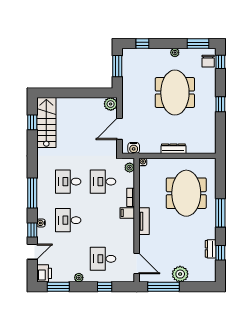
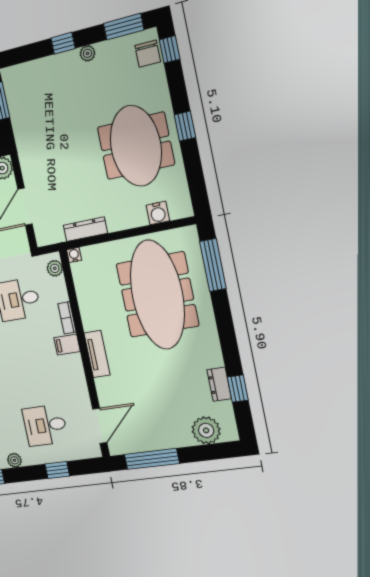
window: (142, 44) -> (63, 43), moved
meeting table: (175, 93) -> (136, 146), moved
water cooler: (134, 148) -> (158, 213), moved
dresser: (173, 149) -> (85, 229), moved
meeting table: (186, 193) -> (157, 295), width x1.36
window: (220, 213) -> (213, 265), moved
door: (137, 263) -> (100, 426), hinge flipped
plant: (180, 274) -> (206, 430), moved

